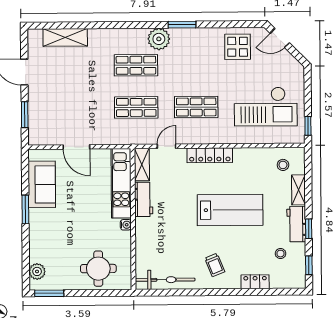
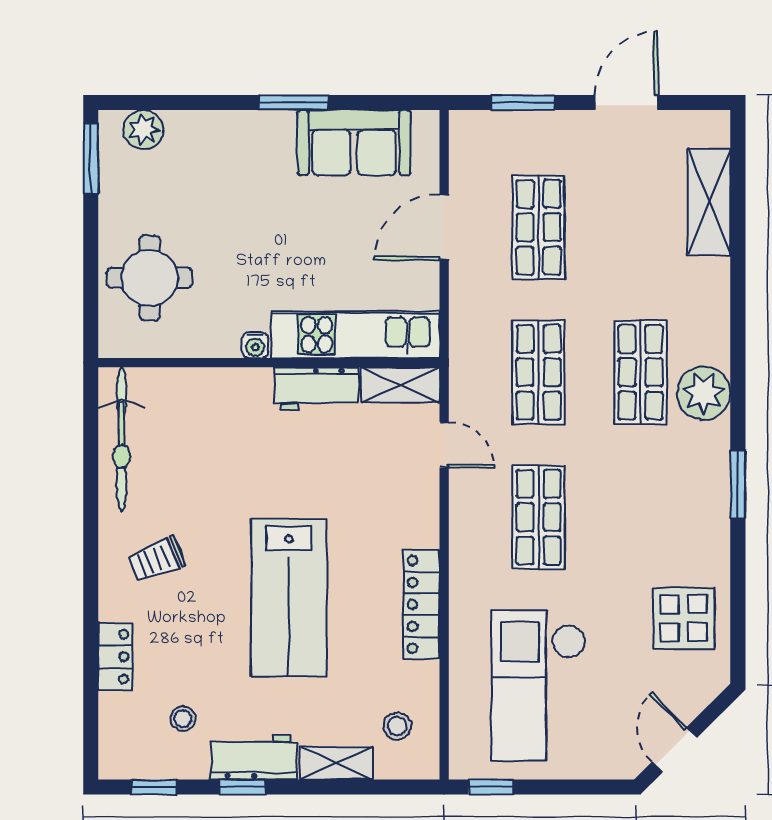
door: (280, 38) -> (674, 750), moved
plant: (159, 39) -> (704, 393), moved
shop shelf: (76, 108) -> (539, 227), added
locker: (210, 155) -> (422, 604), moved

